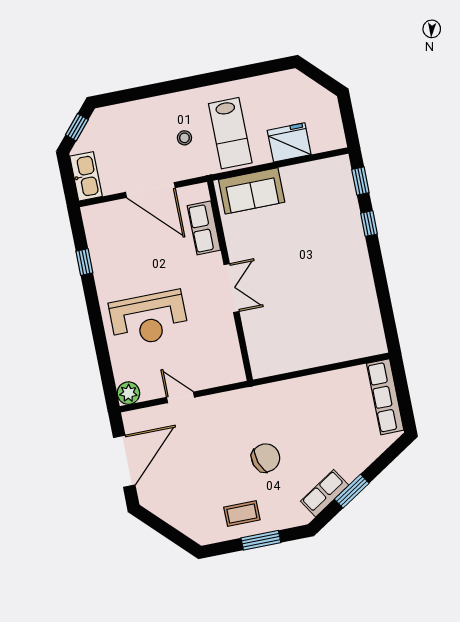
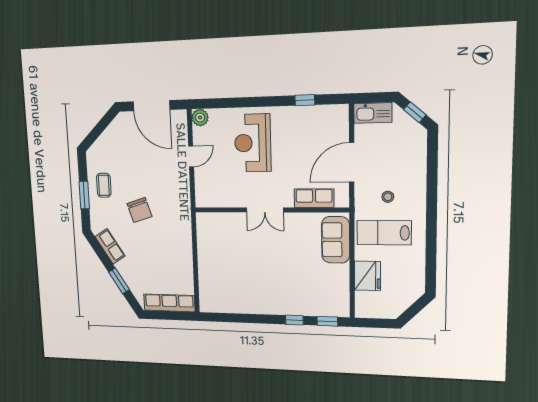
window: (352, 491) -> (119, 281), moved

